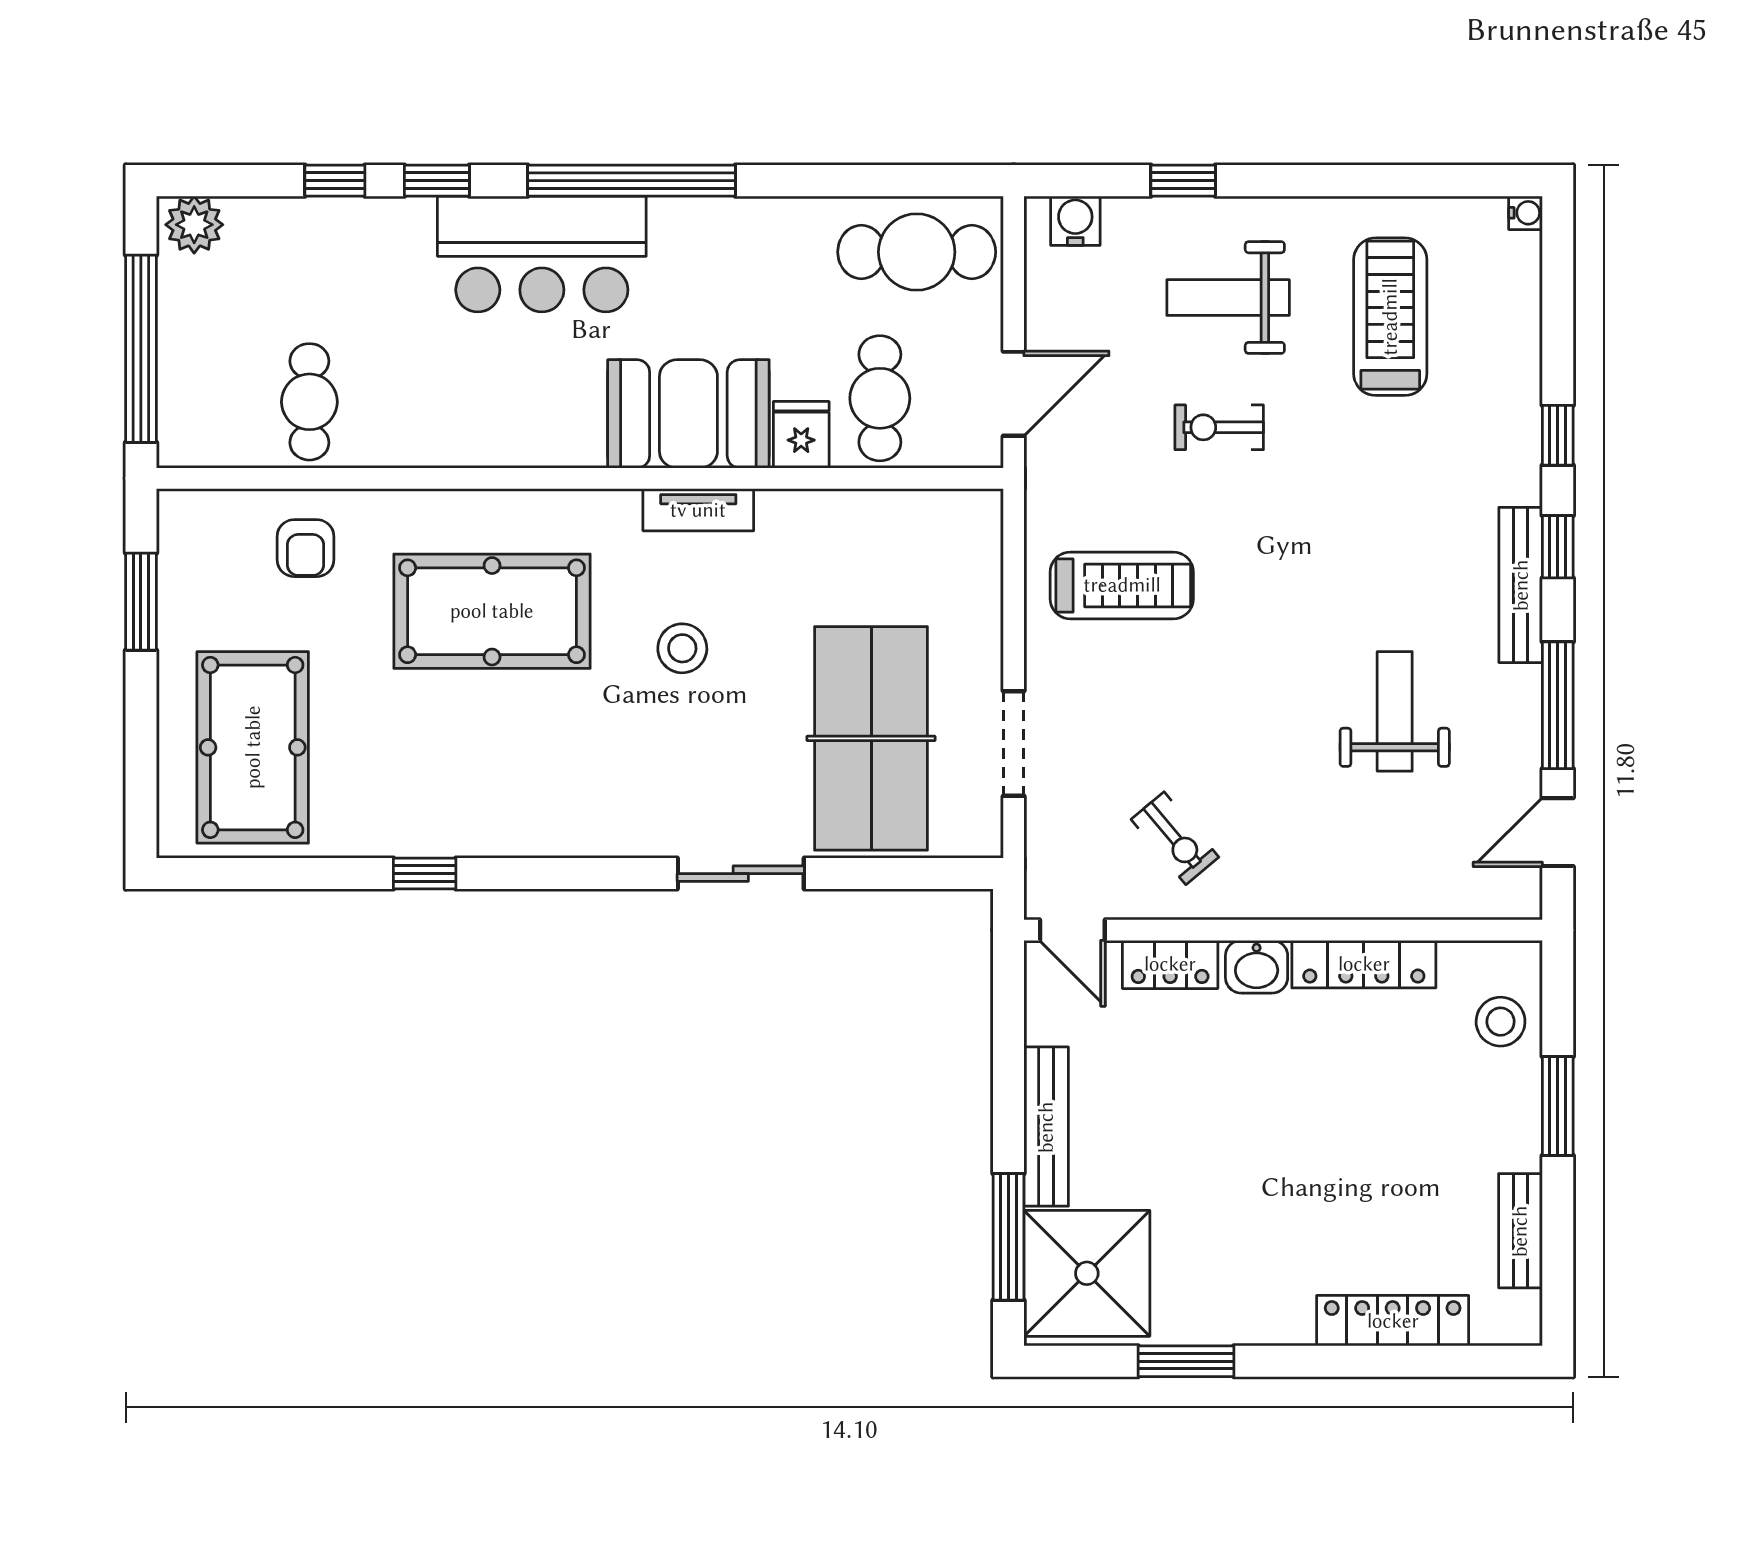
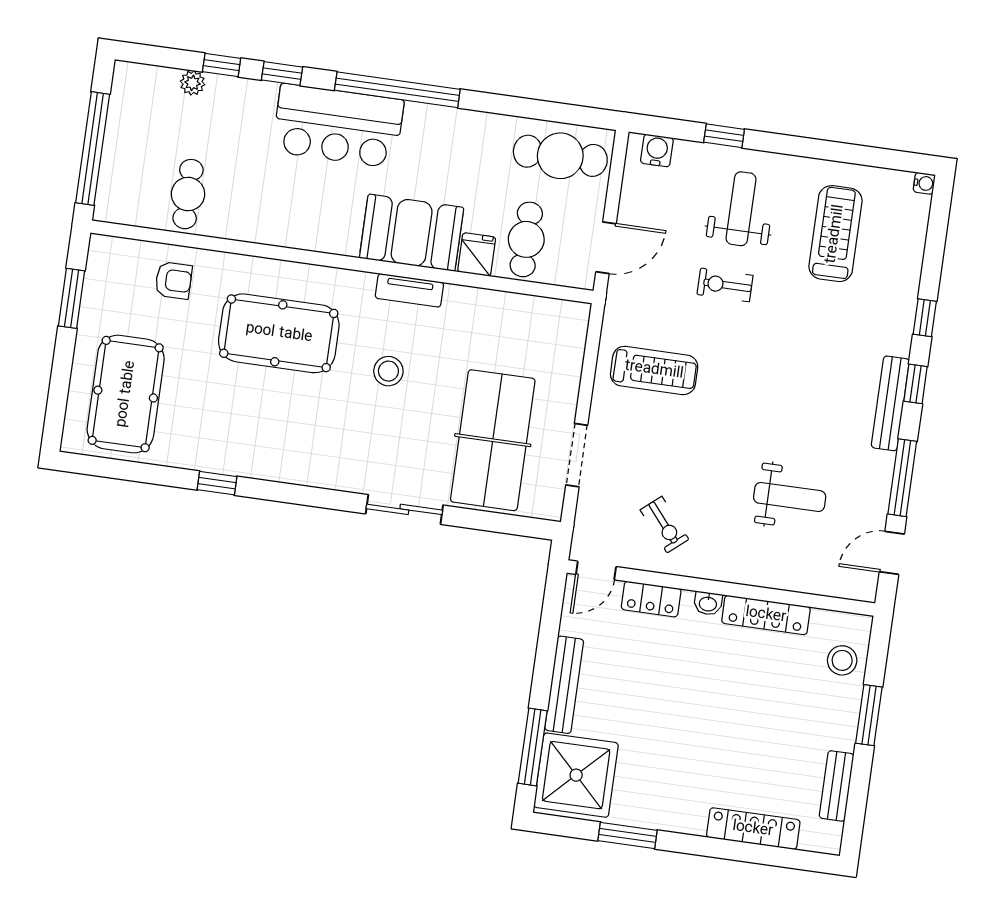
plant: (194, 225) -> (193, 83), moved, width x0.73, depth x0.73
weight bench: (1228, 298) -> (741, 209), turned 90
armchair: (305, 548) -> (174, 280), turned -90
weight bench: (1395, 711) -> (790, 497), moved, turned 90
door: (1072, 930) -> (596, 570), hinge flipped
washbasin: (1257, 967) -> (708, 603), width x0.72, depth x0.69

